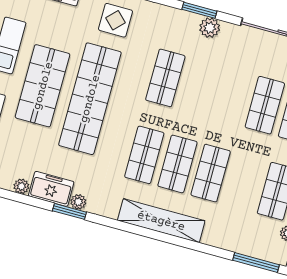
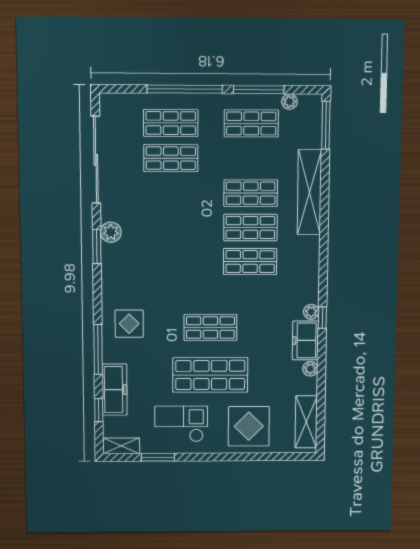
shop shelf: (165, 78) -> (171, 262), removed
shop shelf: (90, 99) -> (210, 327), width x0.50, depth x0.74
window: (69, 211) -> (322, 318), width x0.67
shelving: (161, 221) -> (309, 192), moved

